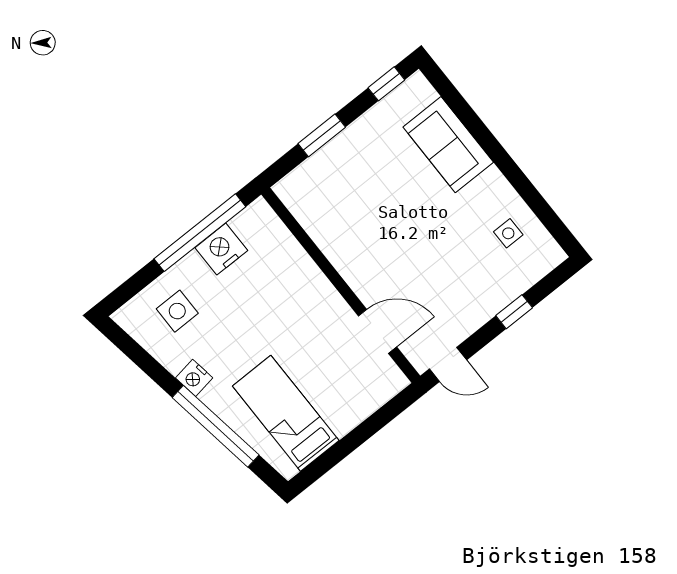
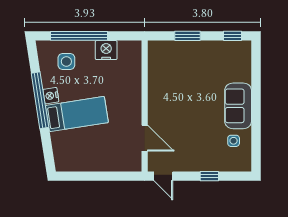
sofa: (448, 145) -> (238, 106), moved
window: (200, 233) -> (79, 36), moved
bed: (286, 413) -> (77, 114), moved, turned 81
window: (216, 426) -> (40, 100), moved

